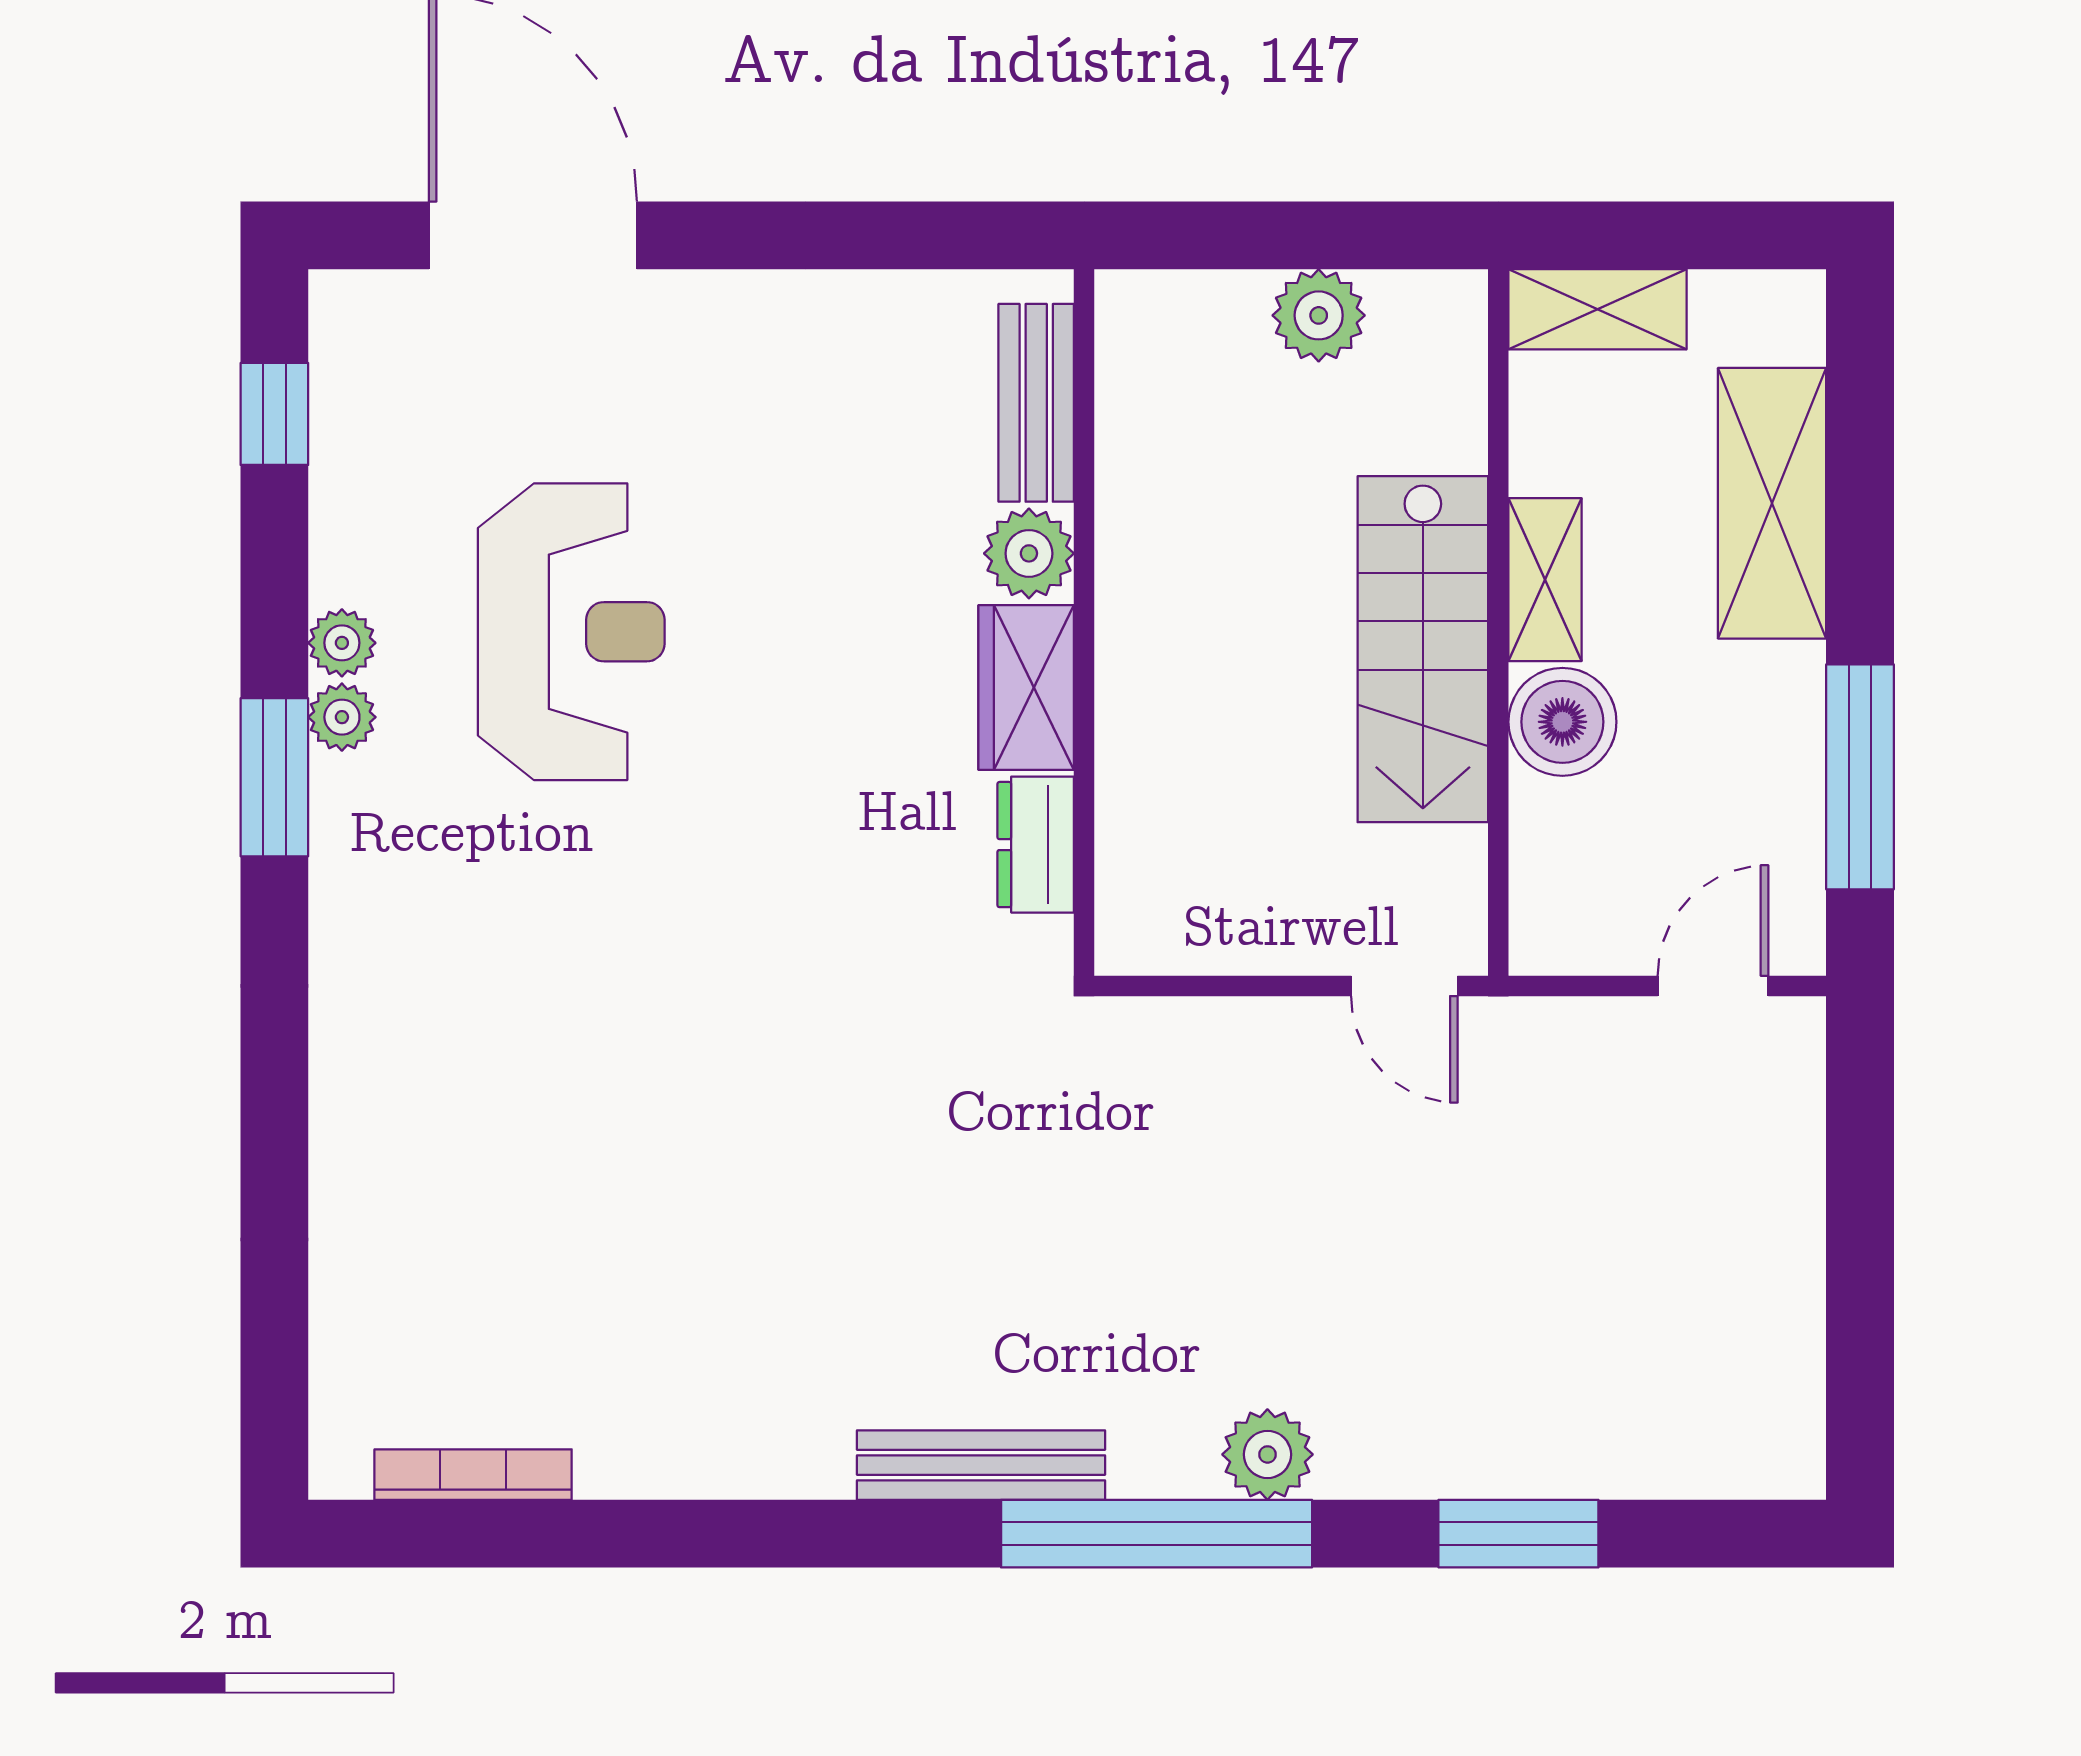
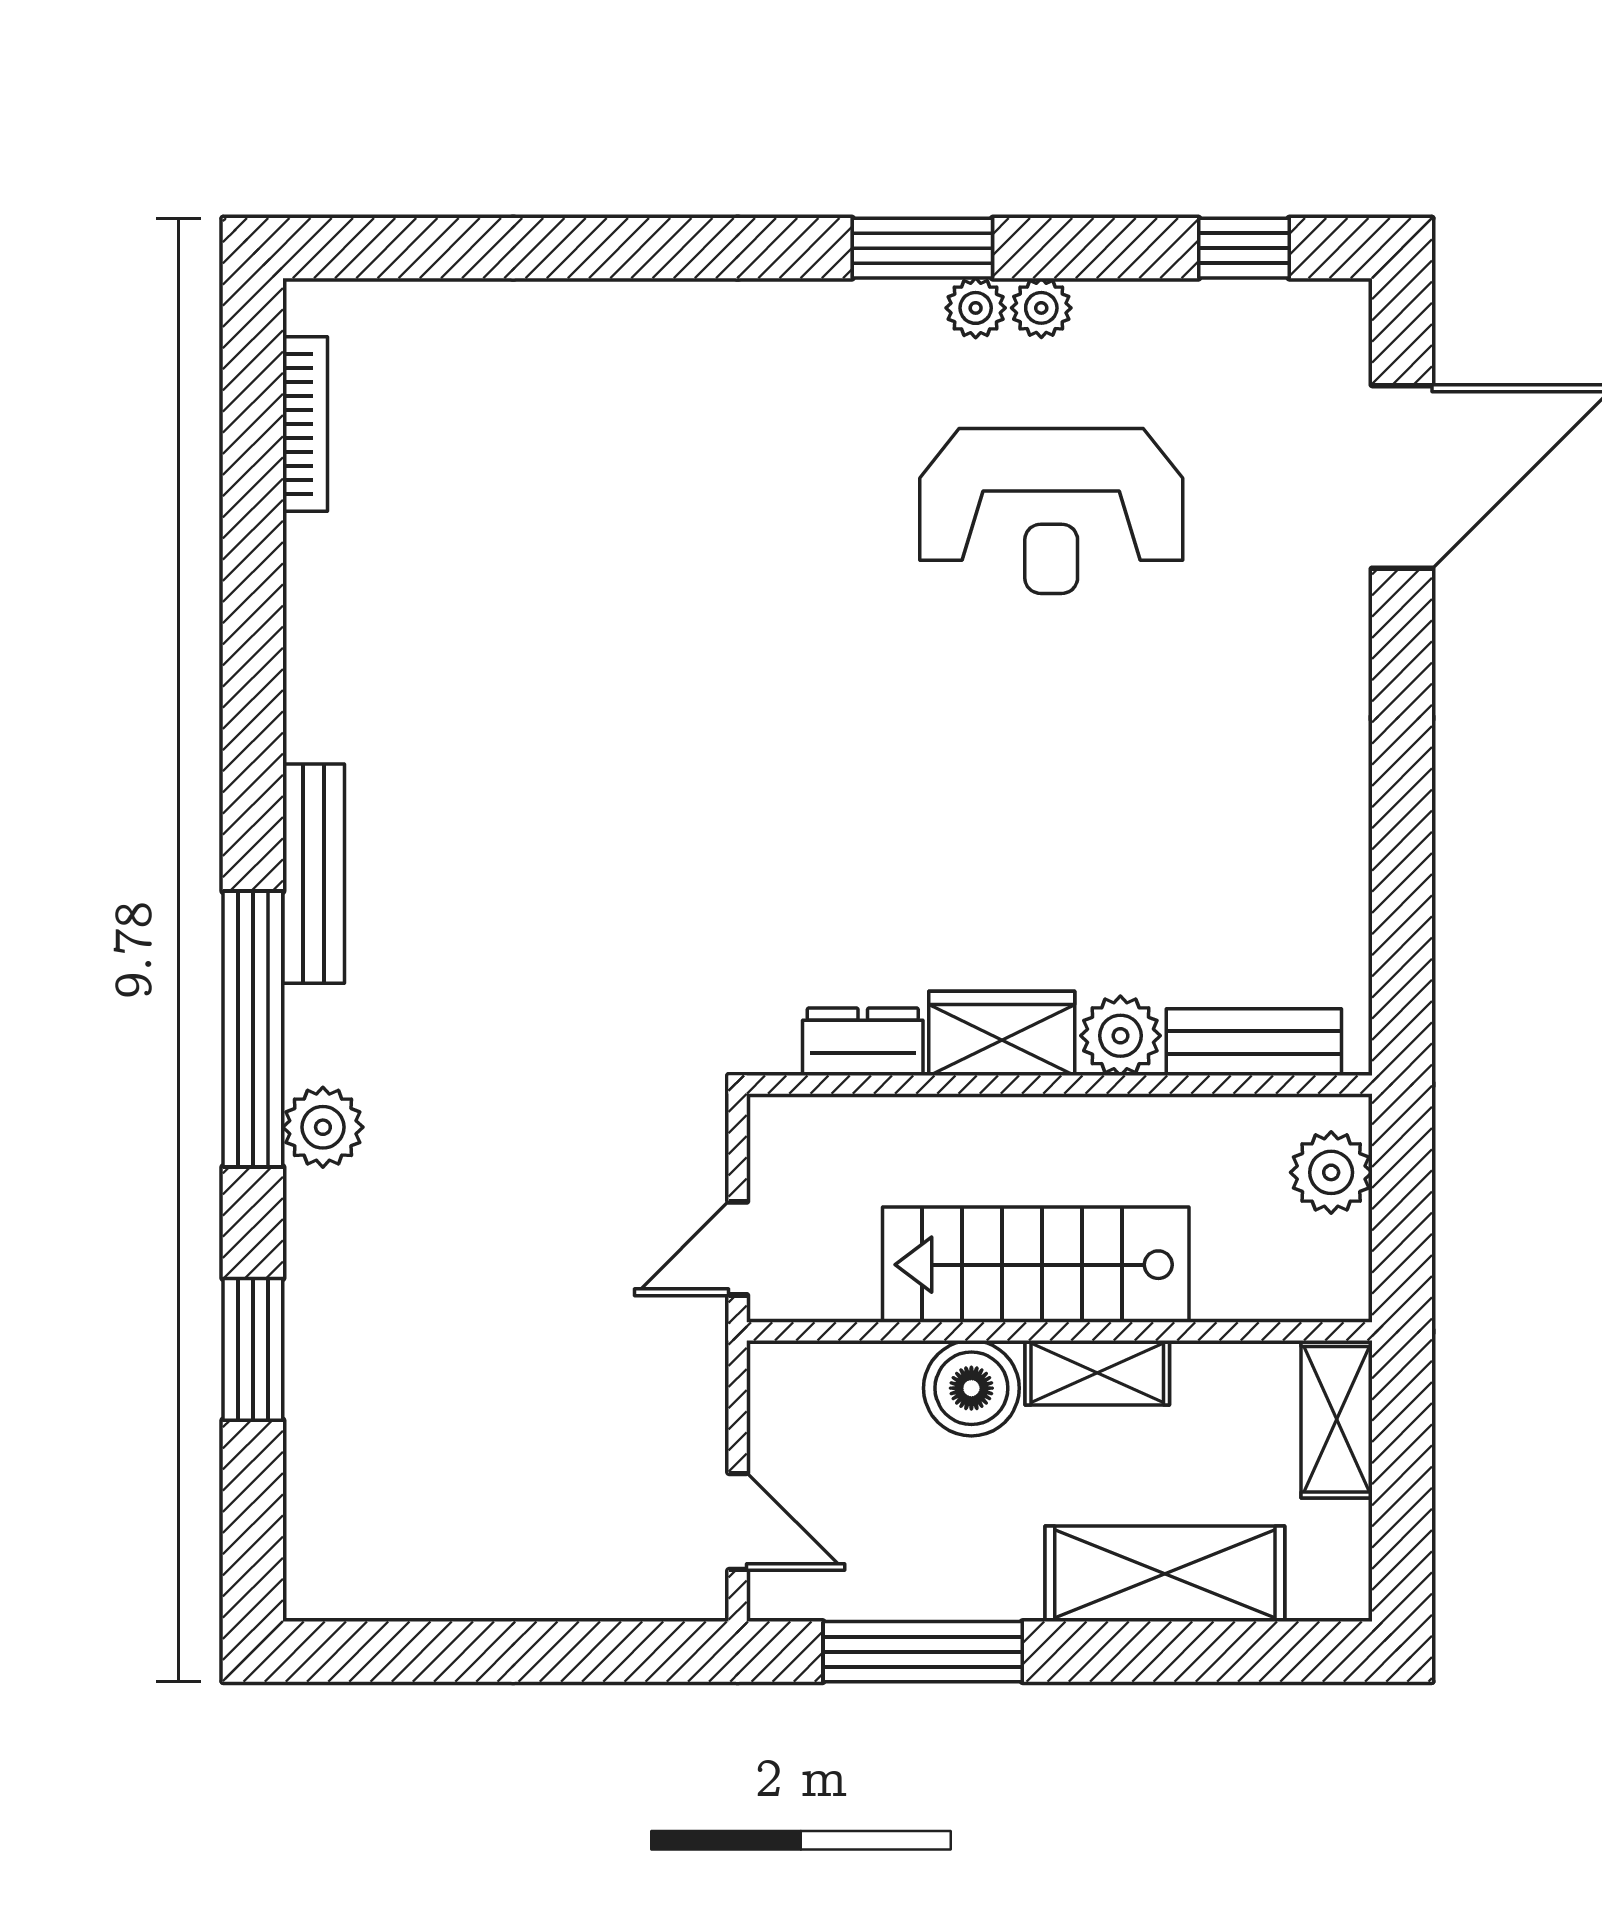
bench: (1036, 403) -> (1254, 1042), moved
plant: (1029, 553) -> (1120, 1036), moved
wall: (1084, 623) -> (1059, 1085), moved
wardrobe: (1026, 687) -> (1002, 1033), moved
dresser: (1036, 845) -> (863, 1042), moved

